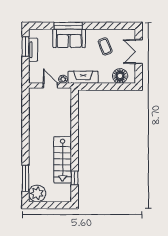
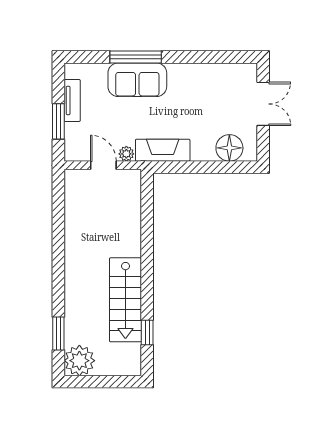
coffee table: (105, 46) -> (202, 94), removed
window: (25, 47) -> (58, 121), moved
double door: (139, 52) -> (263, 104), swing flipped
window: (25, 178) -> (58, 333), width x0.69

